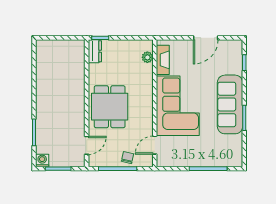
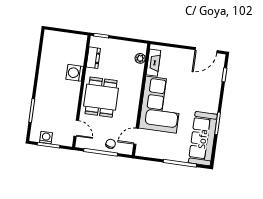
door: (206, 38) -> (206, 50), moved
dresser: (95, 51) -> (93, 58), moved
washing machine: (76, 84) -> (75, 73), added
sofa: (230, 104) -> (203, 139), moved
door: (87, 145) -> (76, 128), hinge flipped
washing machine: (42, 160) -> (46, 137), moved

